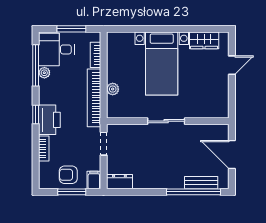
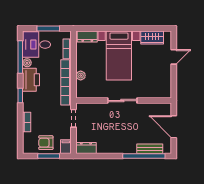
dresser: (121, 39) -> (87, 36), added
printer: (49, 120) -> (31, 80), moved

